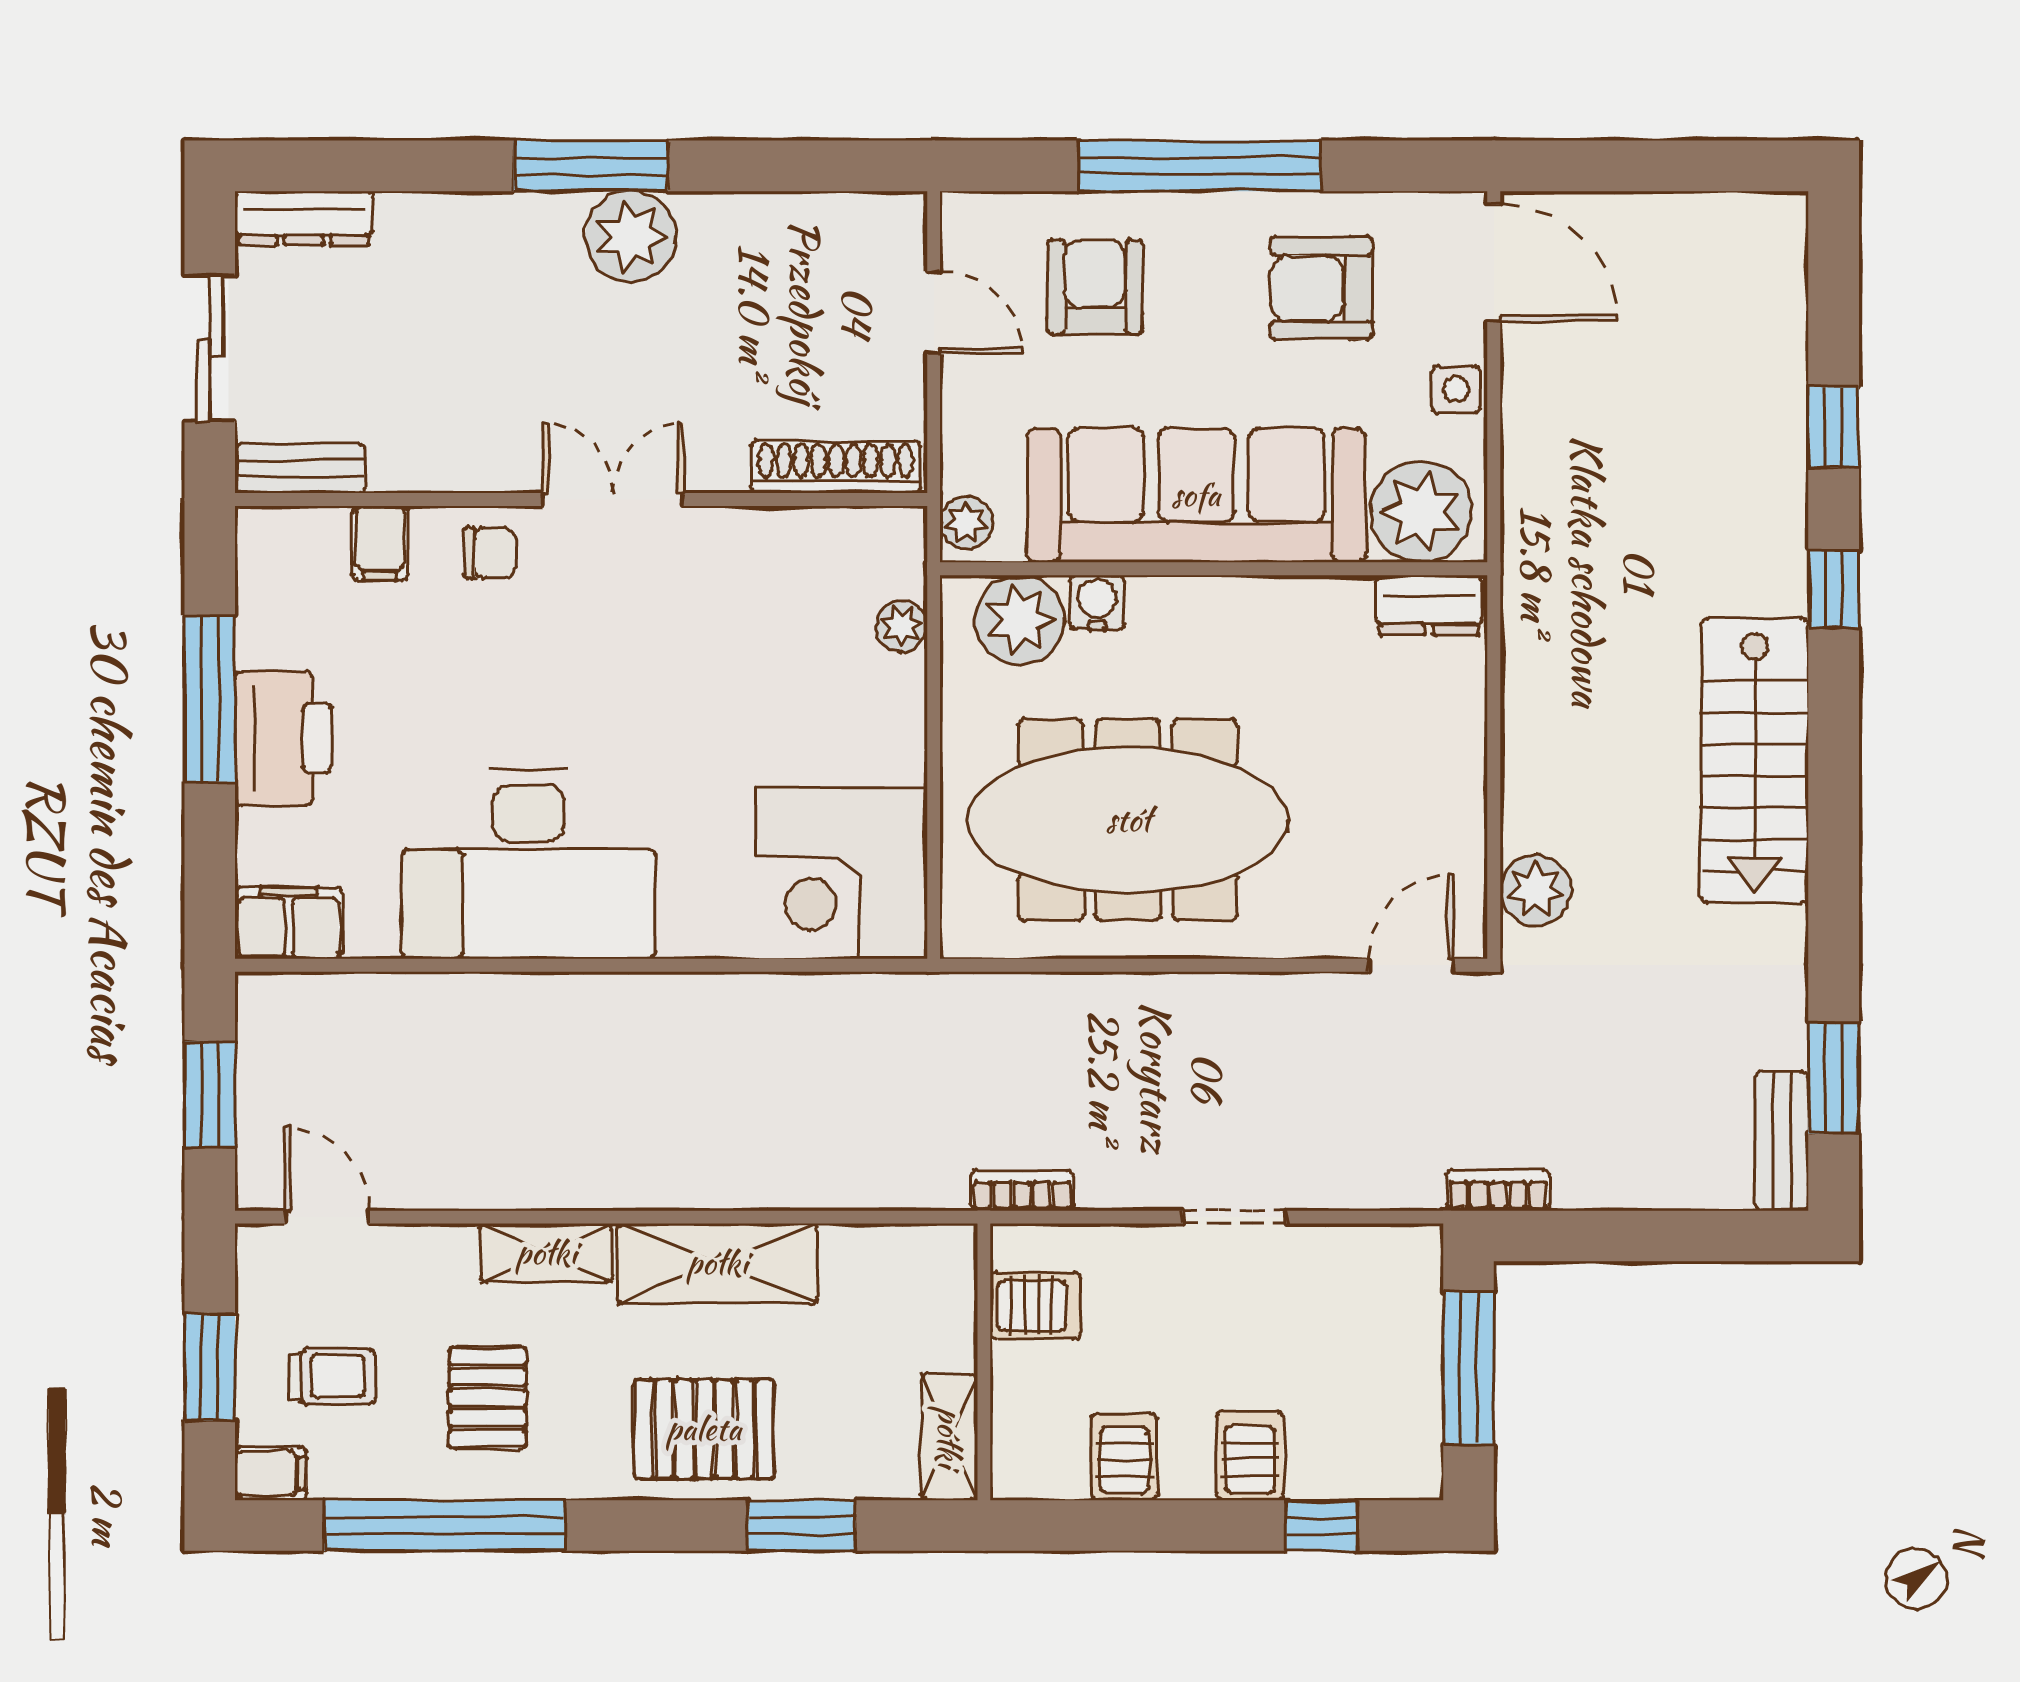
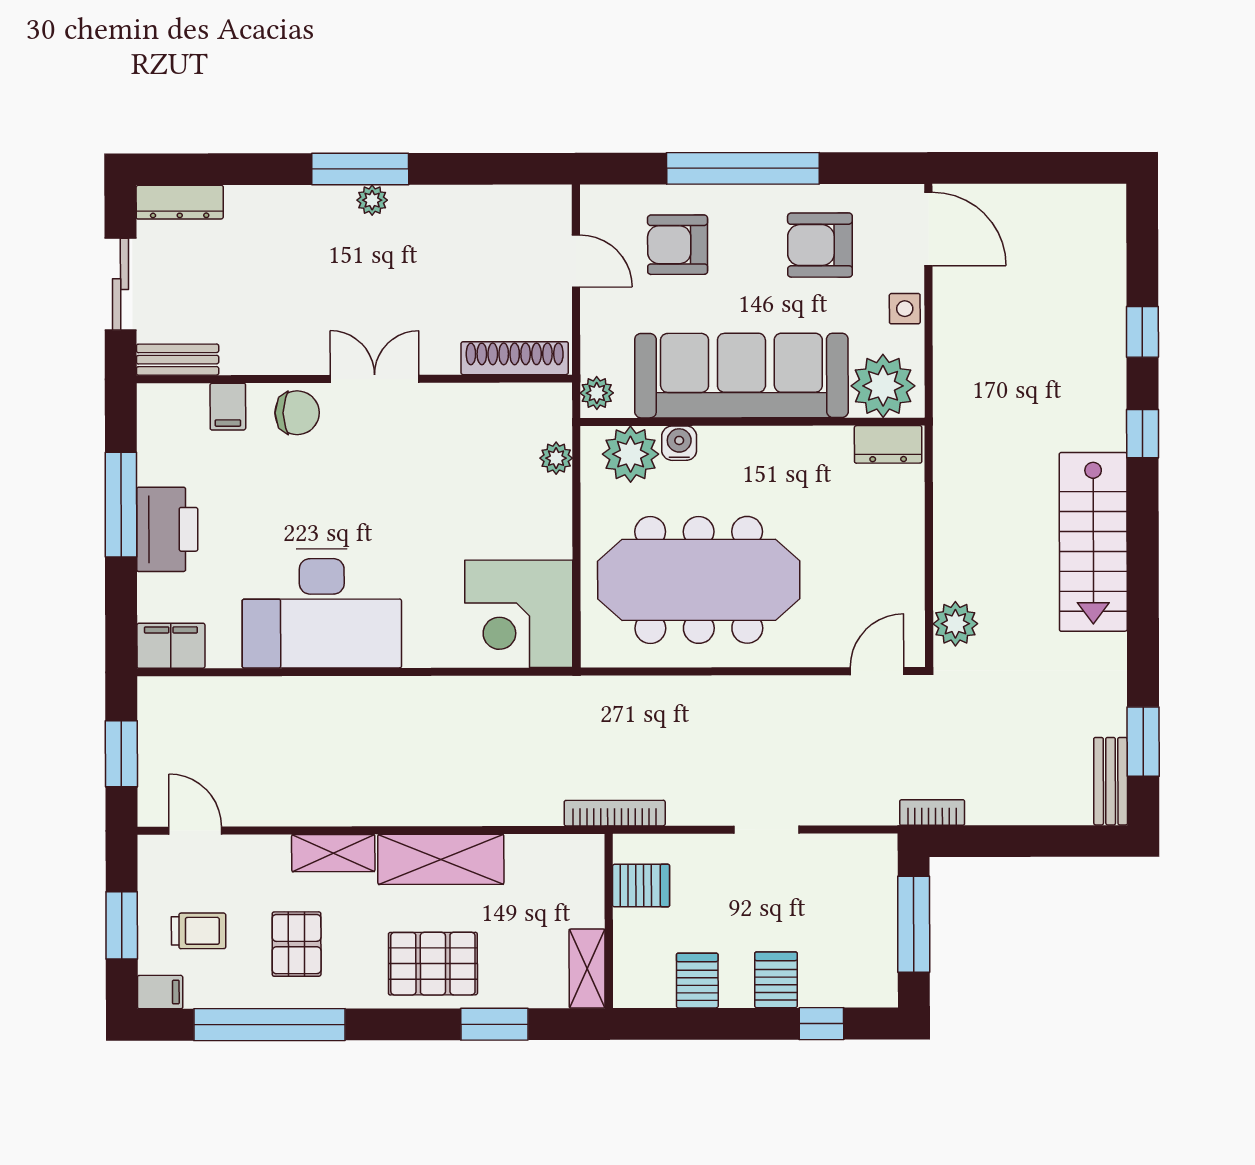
plant: (631, 237) -> (372, 200), width x0.53, depth x0.53
armchair: (1095, 287) -> (678, 245), turned -90
chair: (490, 553) -> (297, 413), width x1.37, depth x1.37
bookcase: (1022, 1190) -> (615, 813), width x1.56

